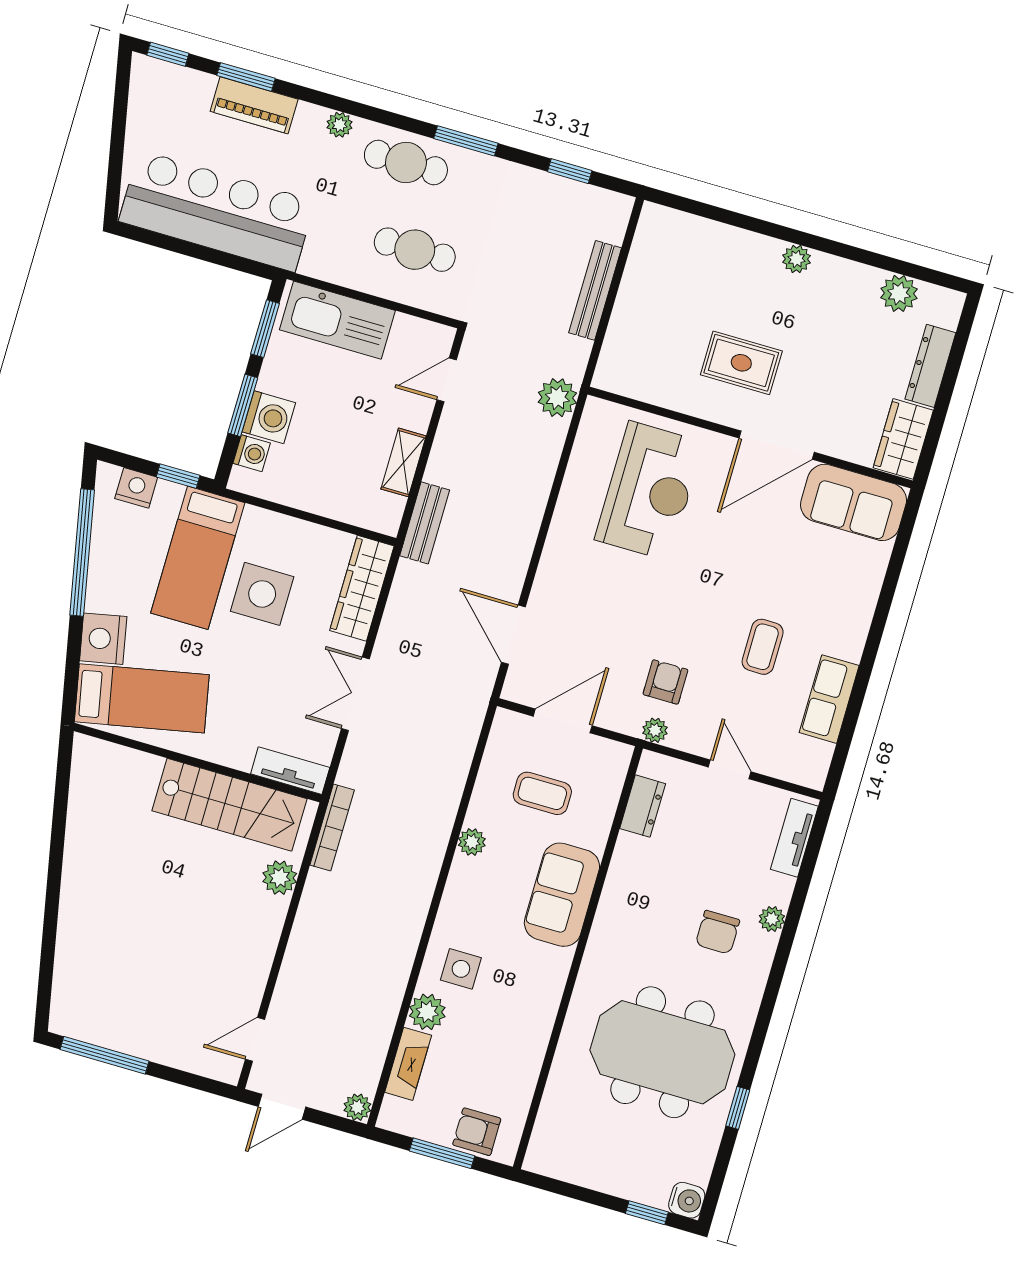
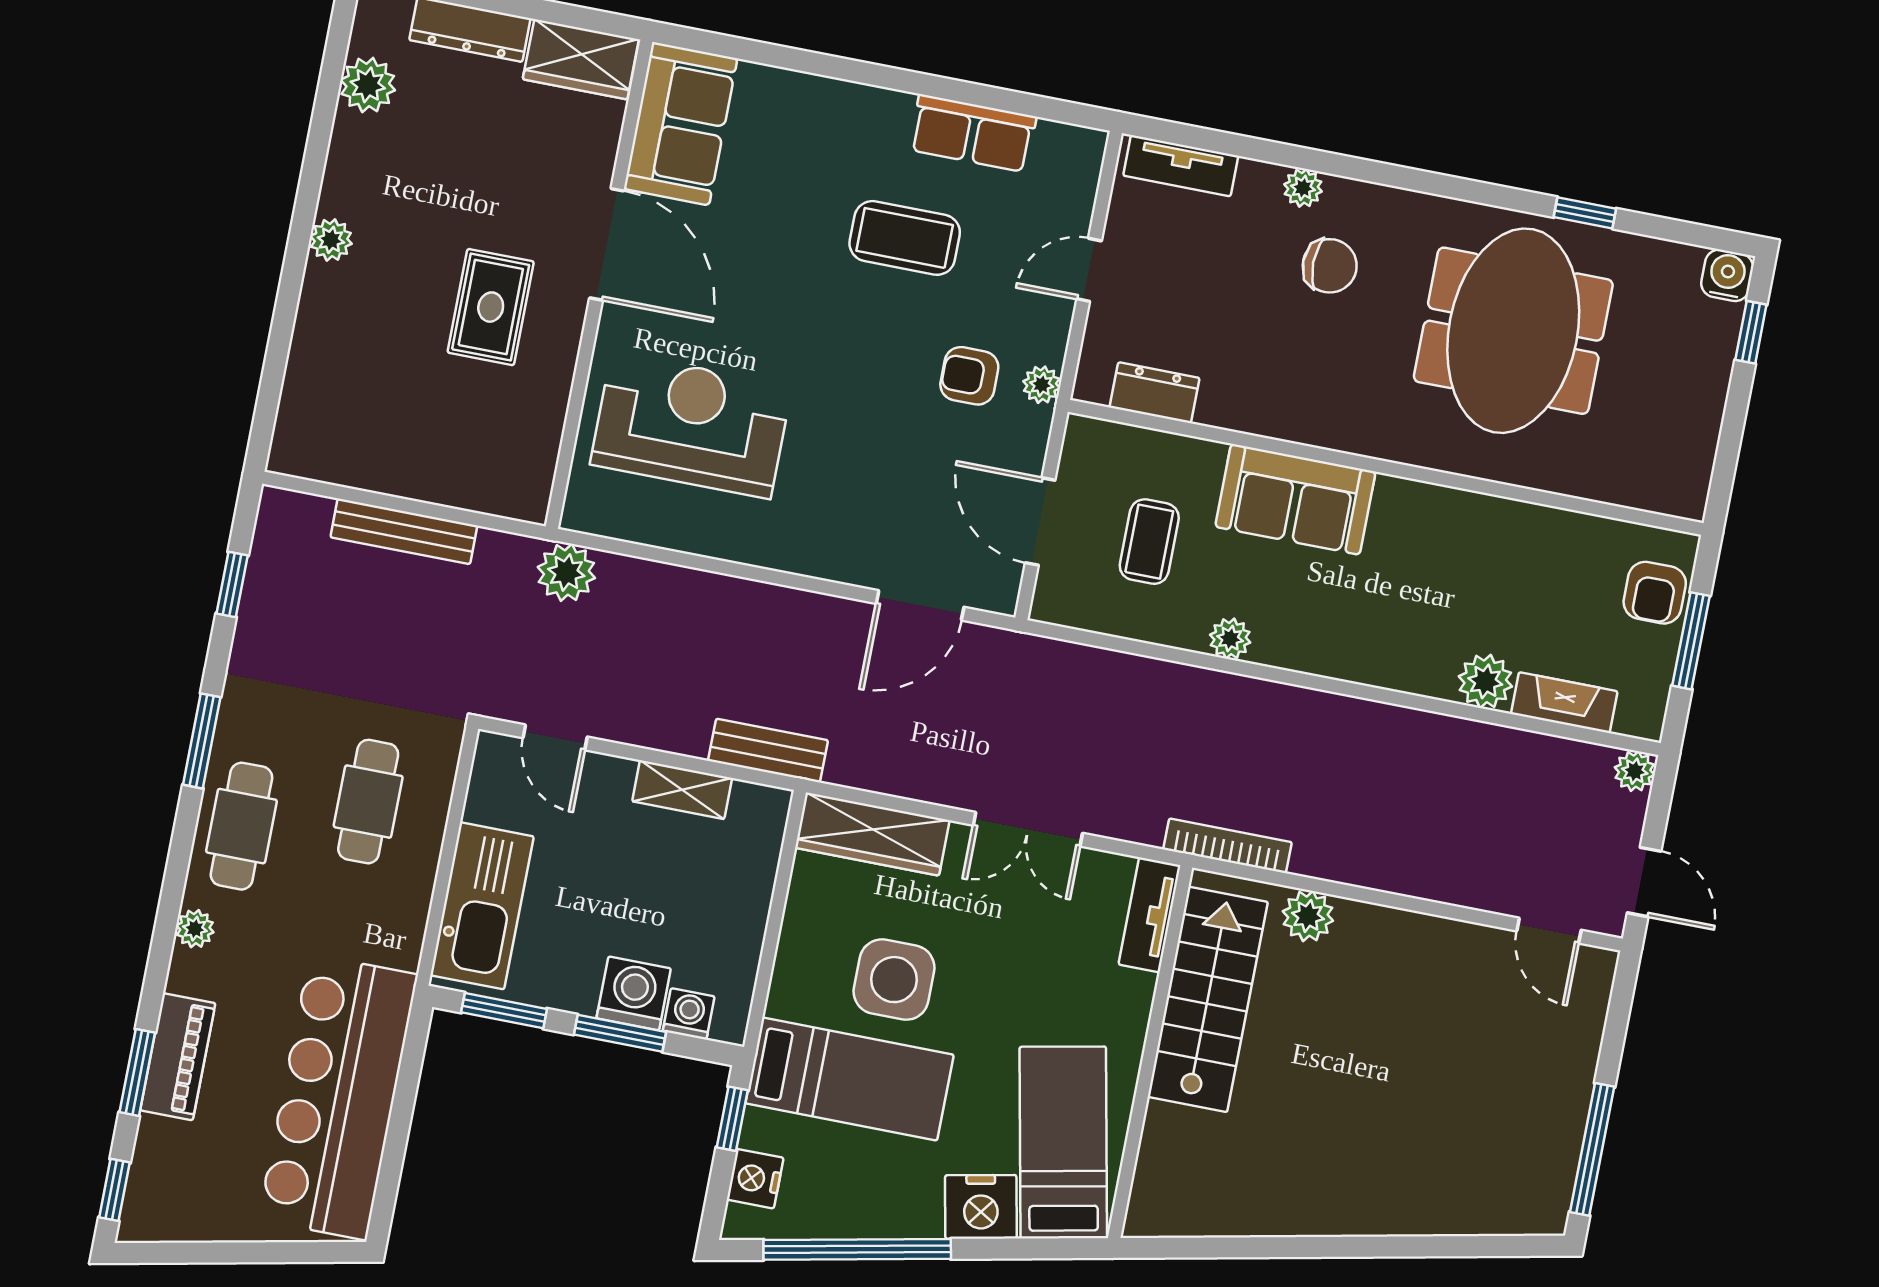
coffee table: (763, 647) -> (905, 238), width x1.36, depth x1.30
side table: (461, 969) -> (1418, 638), removed

